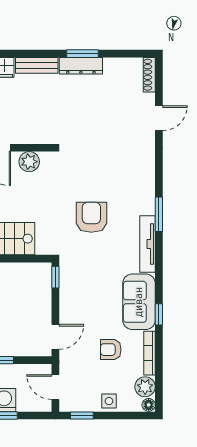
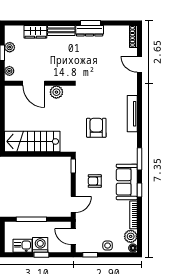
door: (159, 118) -> (139, 64), swing flipped
window: (159, 214) -> (139, 159), moved
tv unit: (147, 244) -> (132, 114), moved
armchair: (111, 350) -> (95, 181), moved

